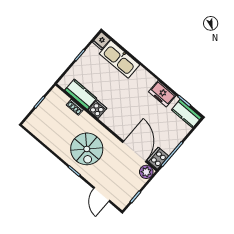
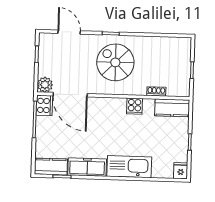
kitchen sink: (120, 59) -> (129, 167), moved
kitchen counter: (81, 94) -> (172, 108), moved
freezer: (162, 94) -> (87, 167), width x1.40

